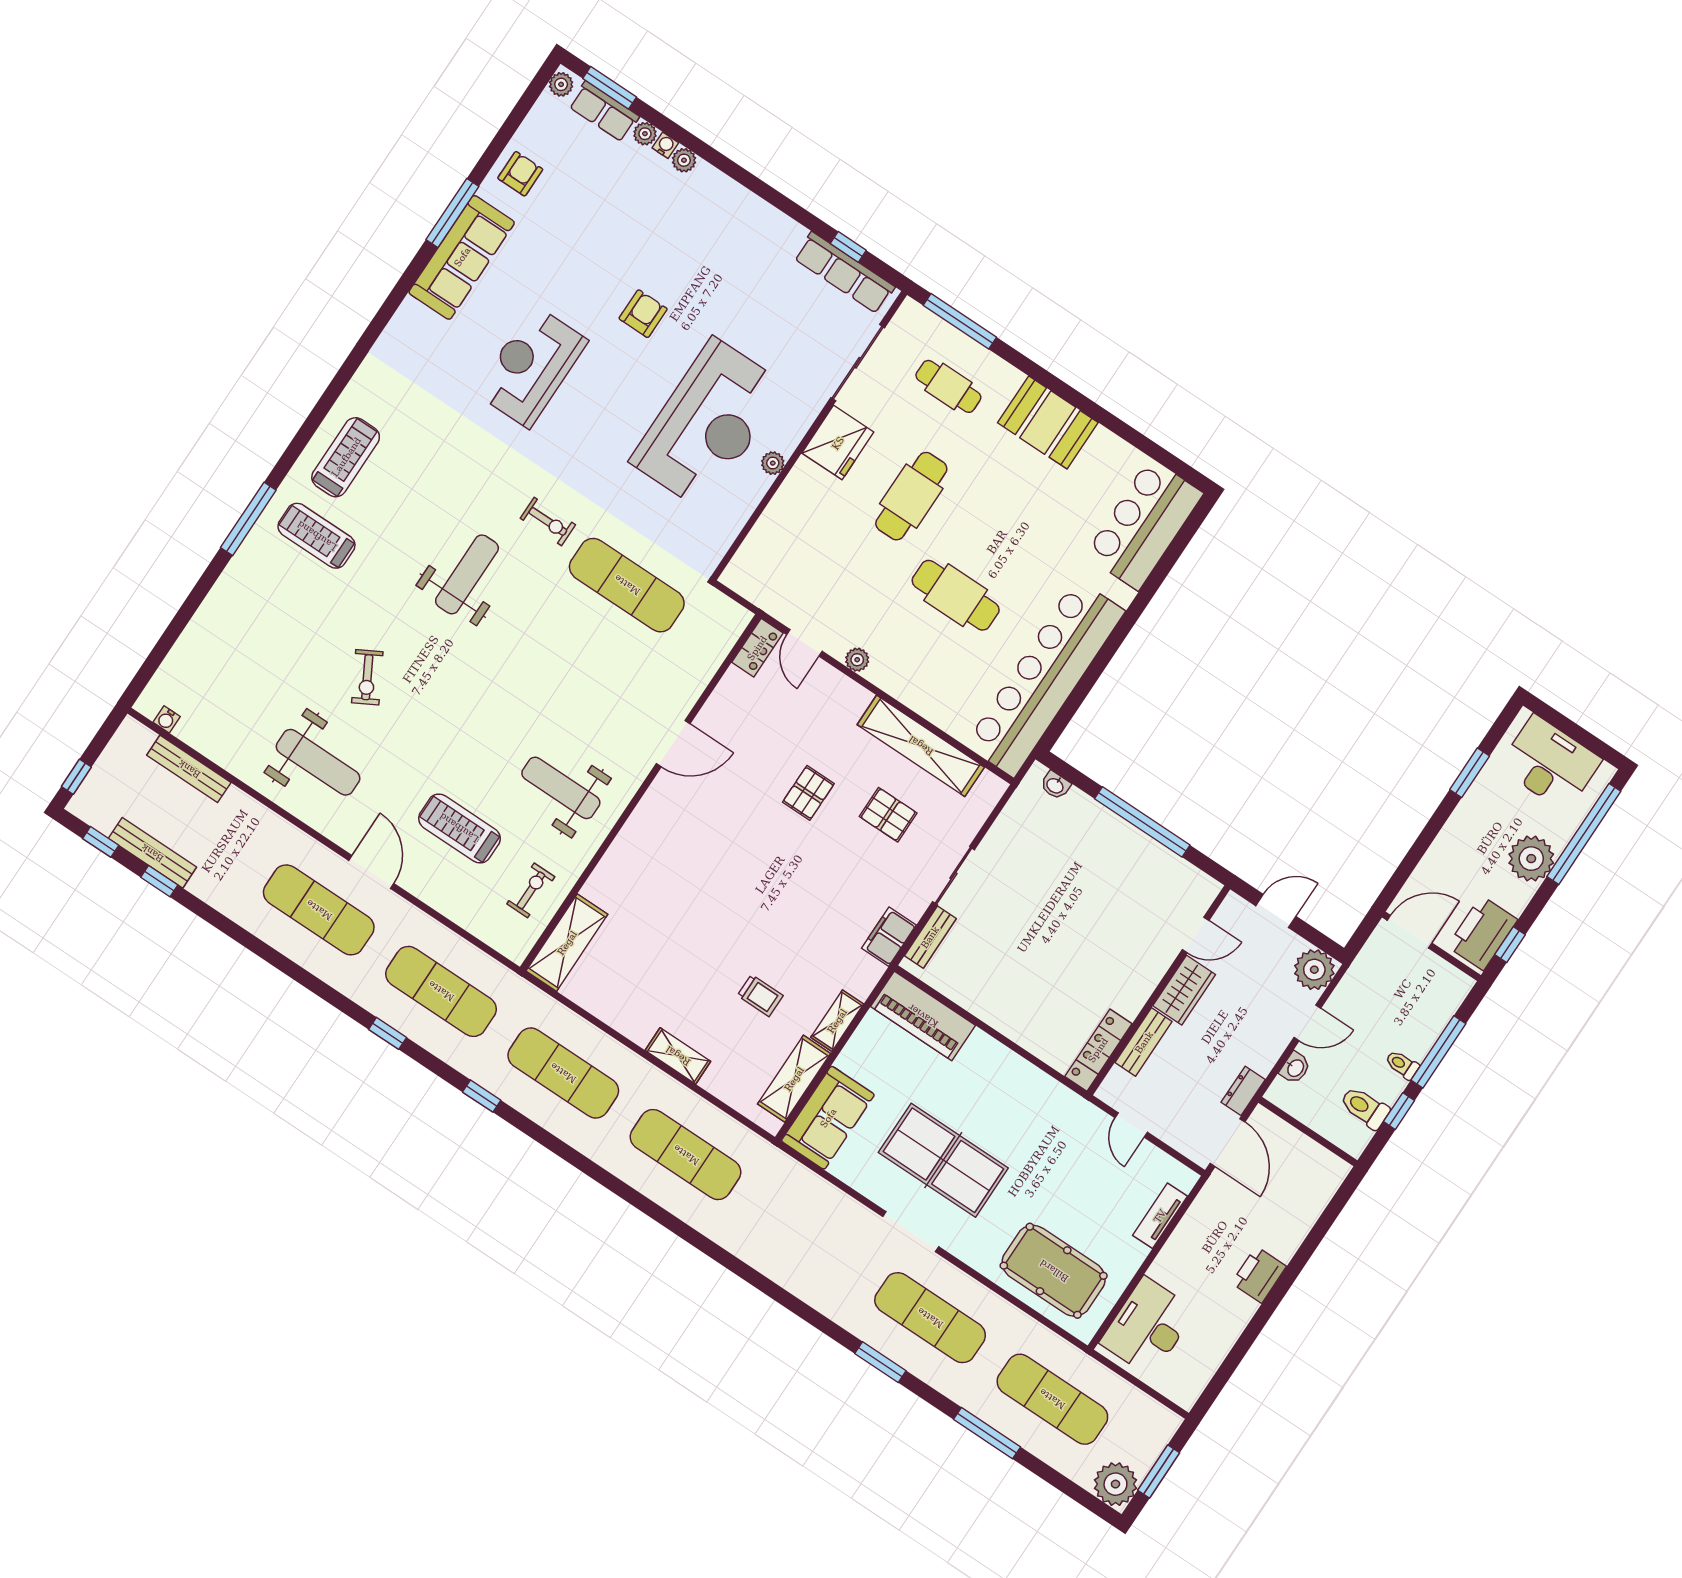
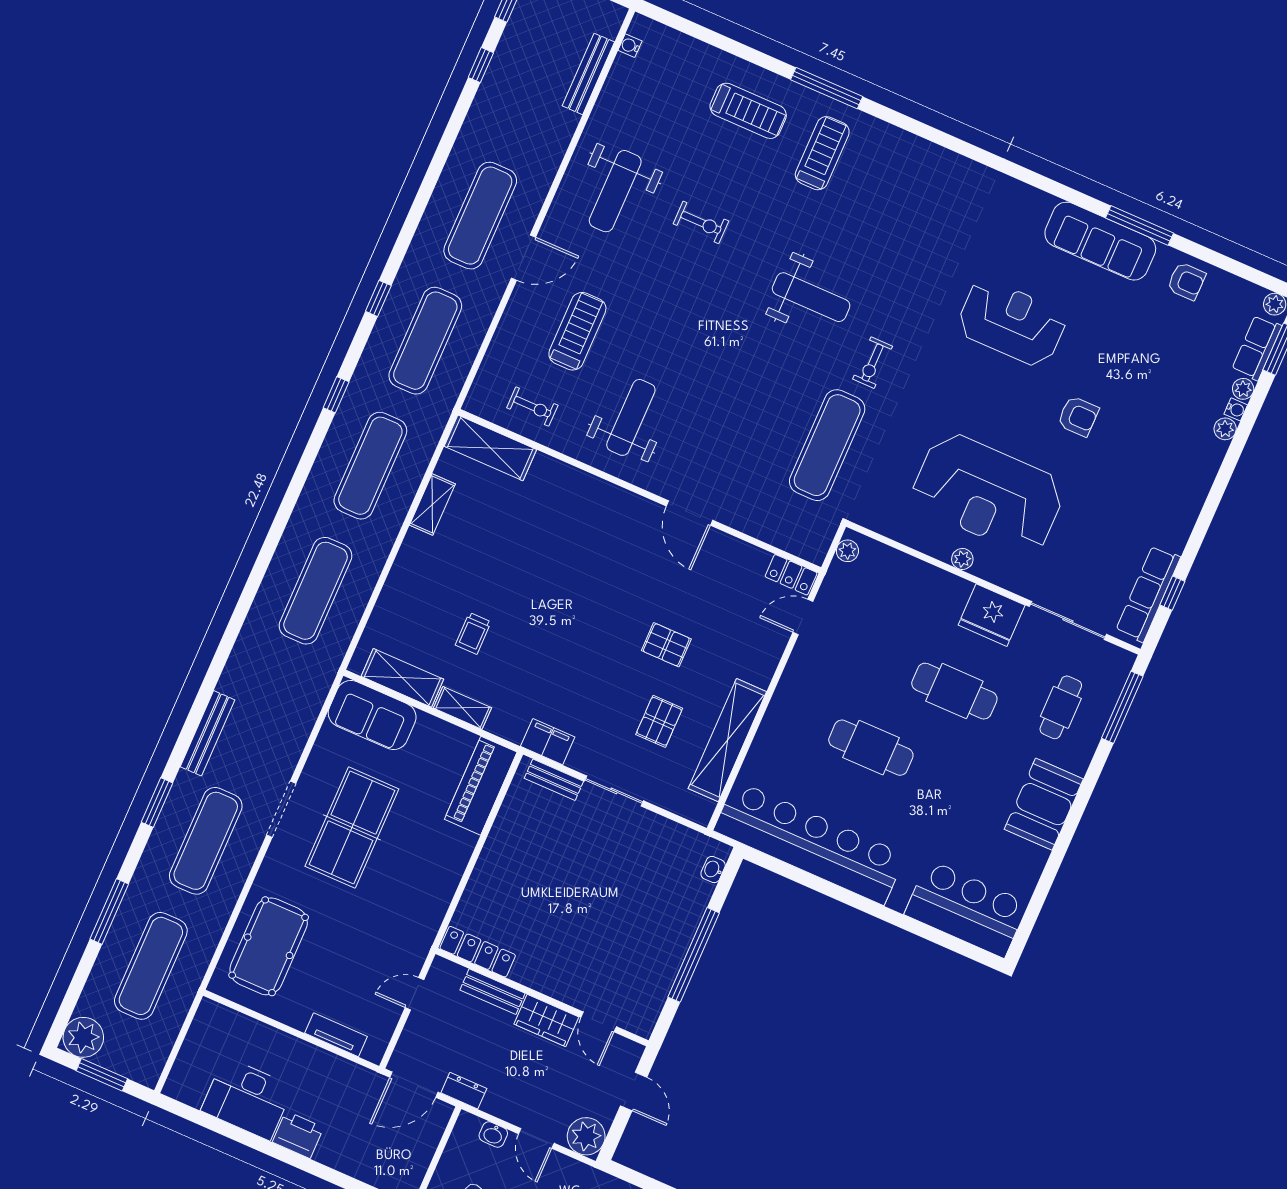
treadmill: (346, 457) -> (748, 111), moved
cafe table: (956, 595) -> (871, 748), turned 90
plant: (857, 660) -> (847, 551), moved
exercise bike: (367, 677) -> (701, 222), turned -151
bench: (152, 853) -> (208, 733), moved
shelving: (678, 1056) -> (432, 504), moved
desk: (1148, 1327) -> (247, 1098), moved, turned 180

